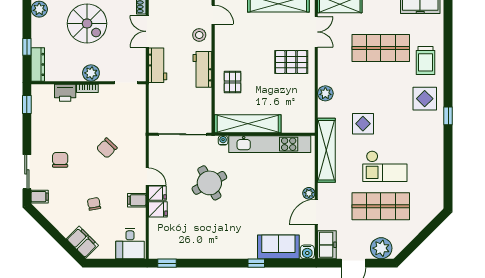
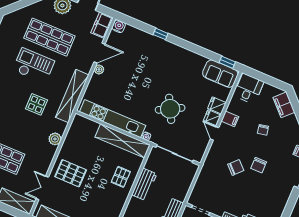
workbench: (202, 69) -> (144, 184), moved
chair: (60, 160) -> (259, 165), moved
sofa: (278, 247) -> (220, 74), moved

